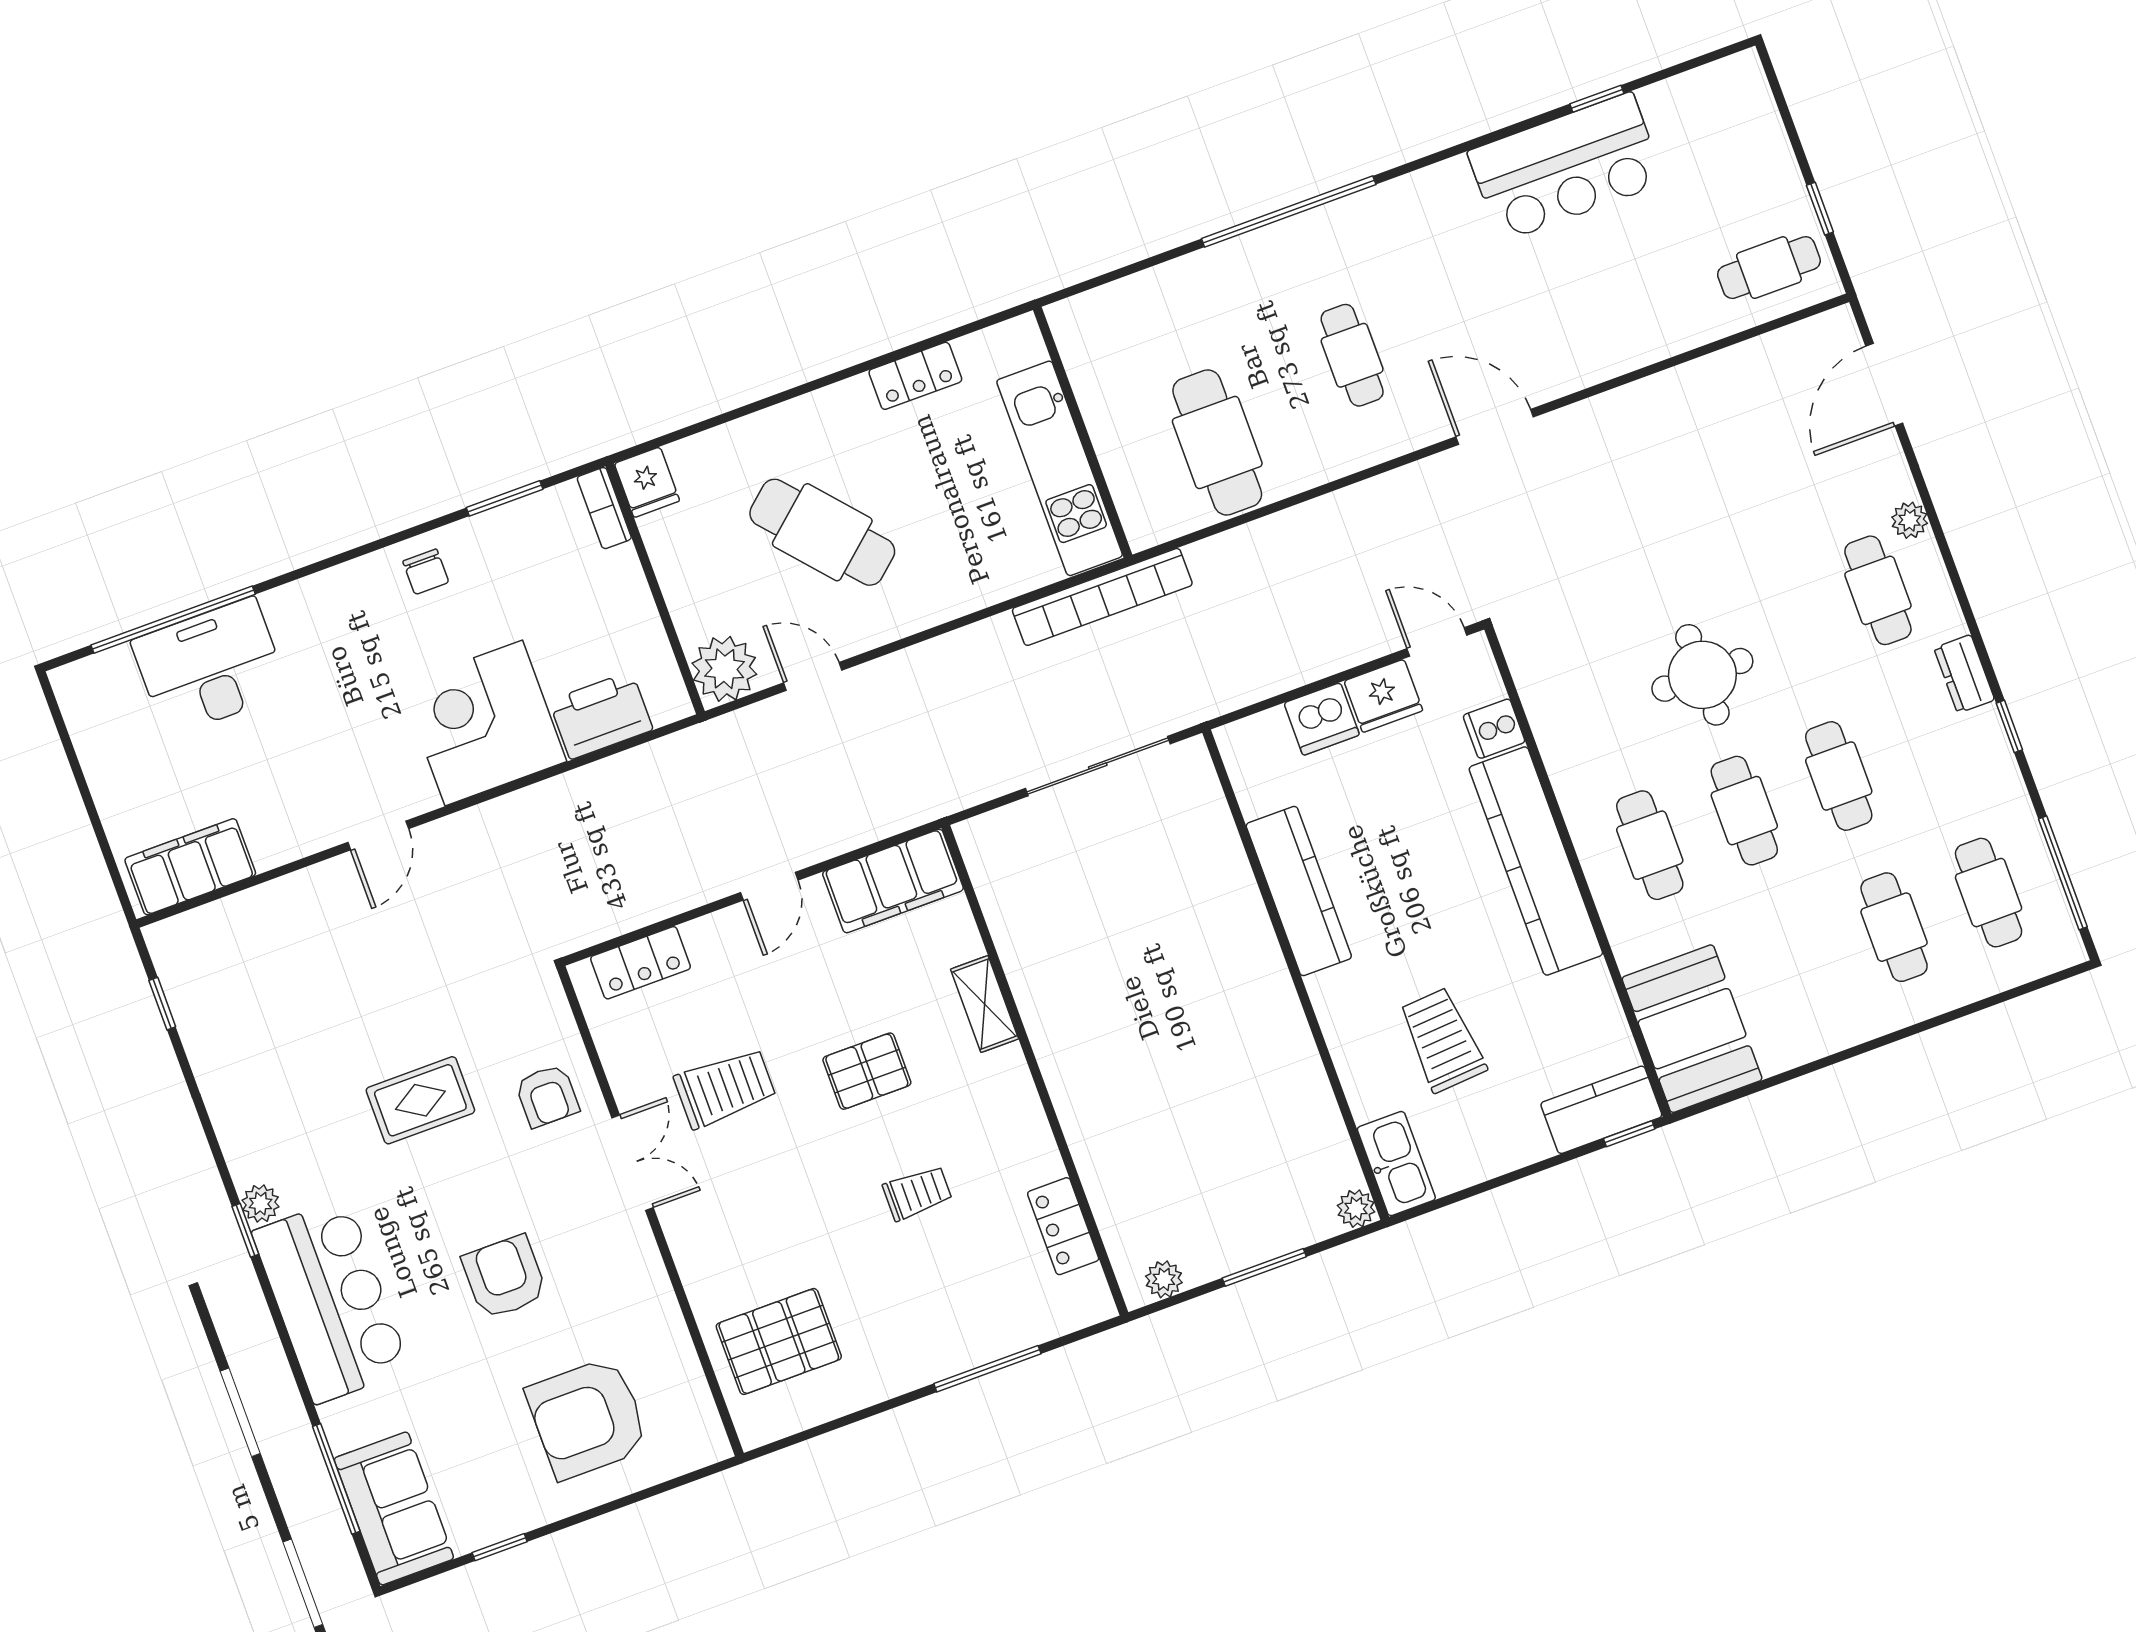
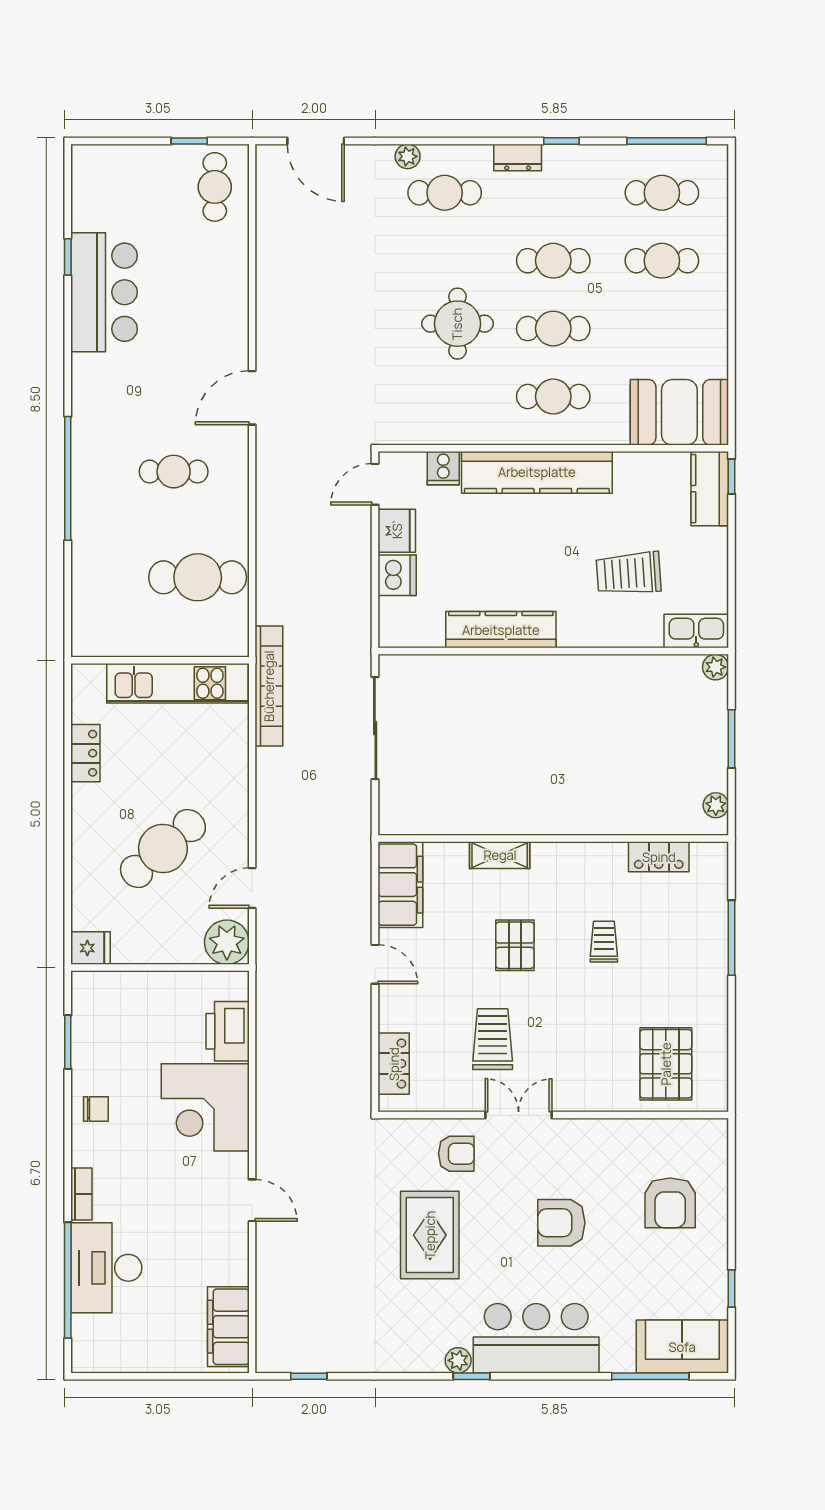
bookcase: (604, 508) -> (81, 1194), moved, turned -90
rug: (420, 1100) -> (430, 1235), width x1.36, depth x1.43
armchair: (588, 1418) -> (670, 1203), width x0.73, depth x0.73

